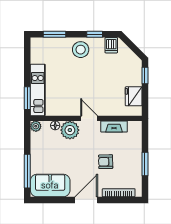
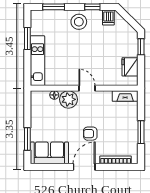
window: (27, 98) -> (27, 39), moved
plant: (36, 126) -> (36, 96), removed
fireplace: (114, 127) -> (125, 96), moved
armchair: (106, 162) -> (90, 134), moved
window: (27, 171) -> (27, 139), width x0.69

